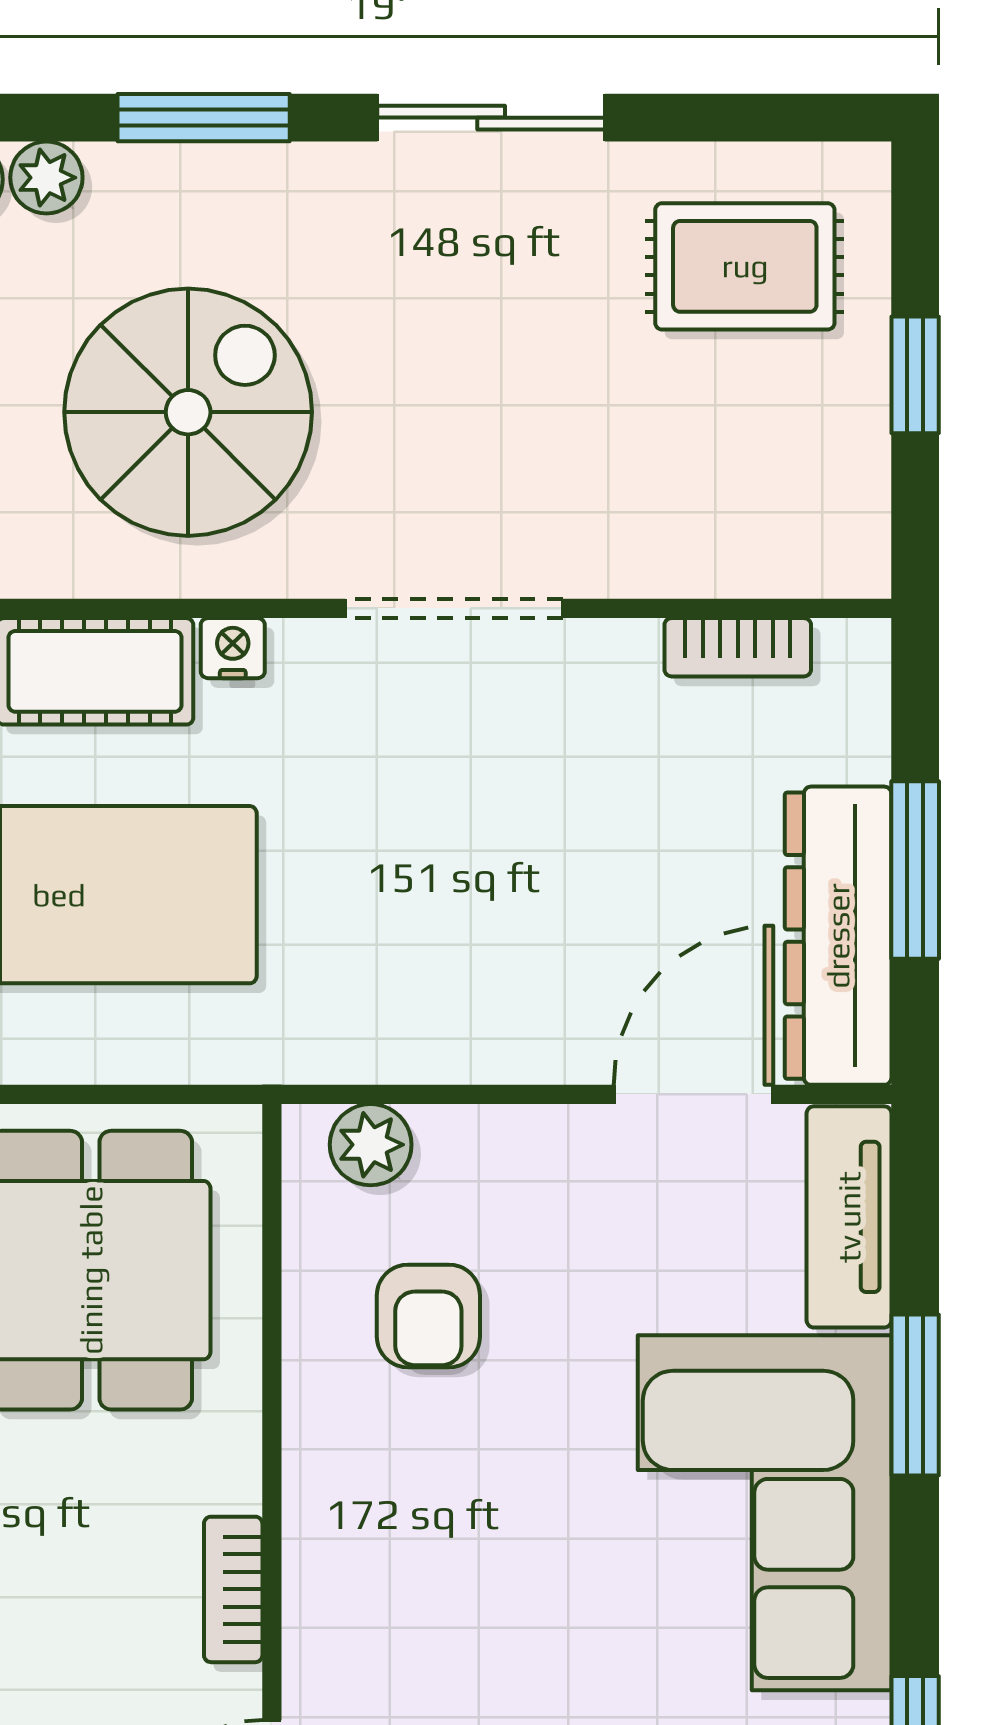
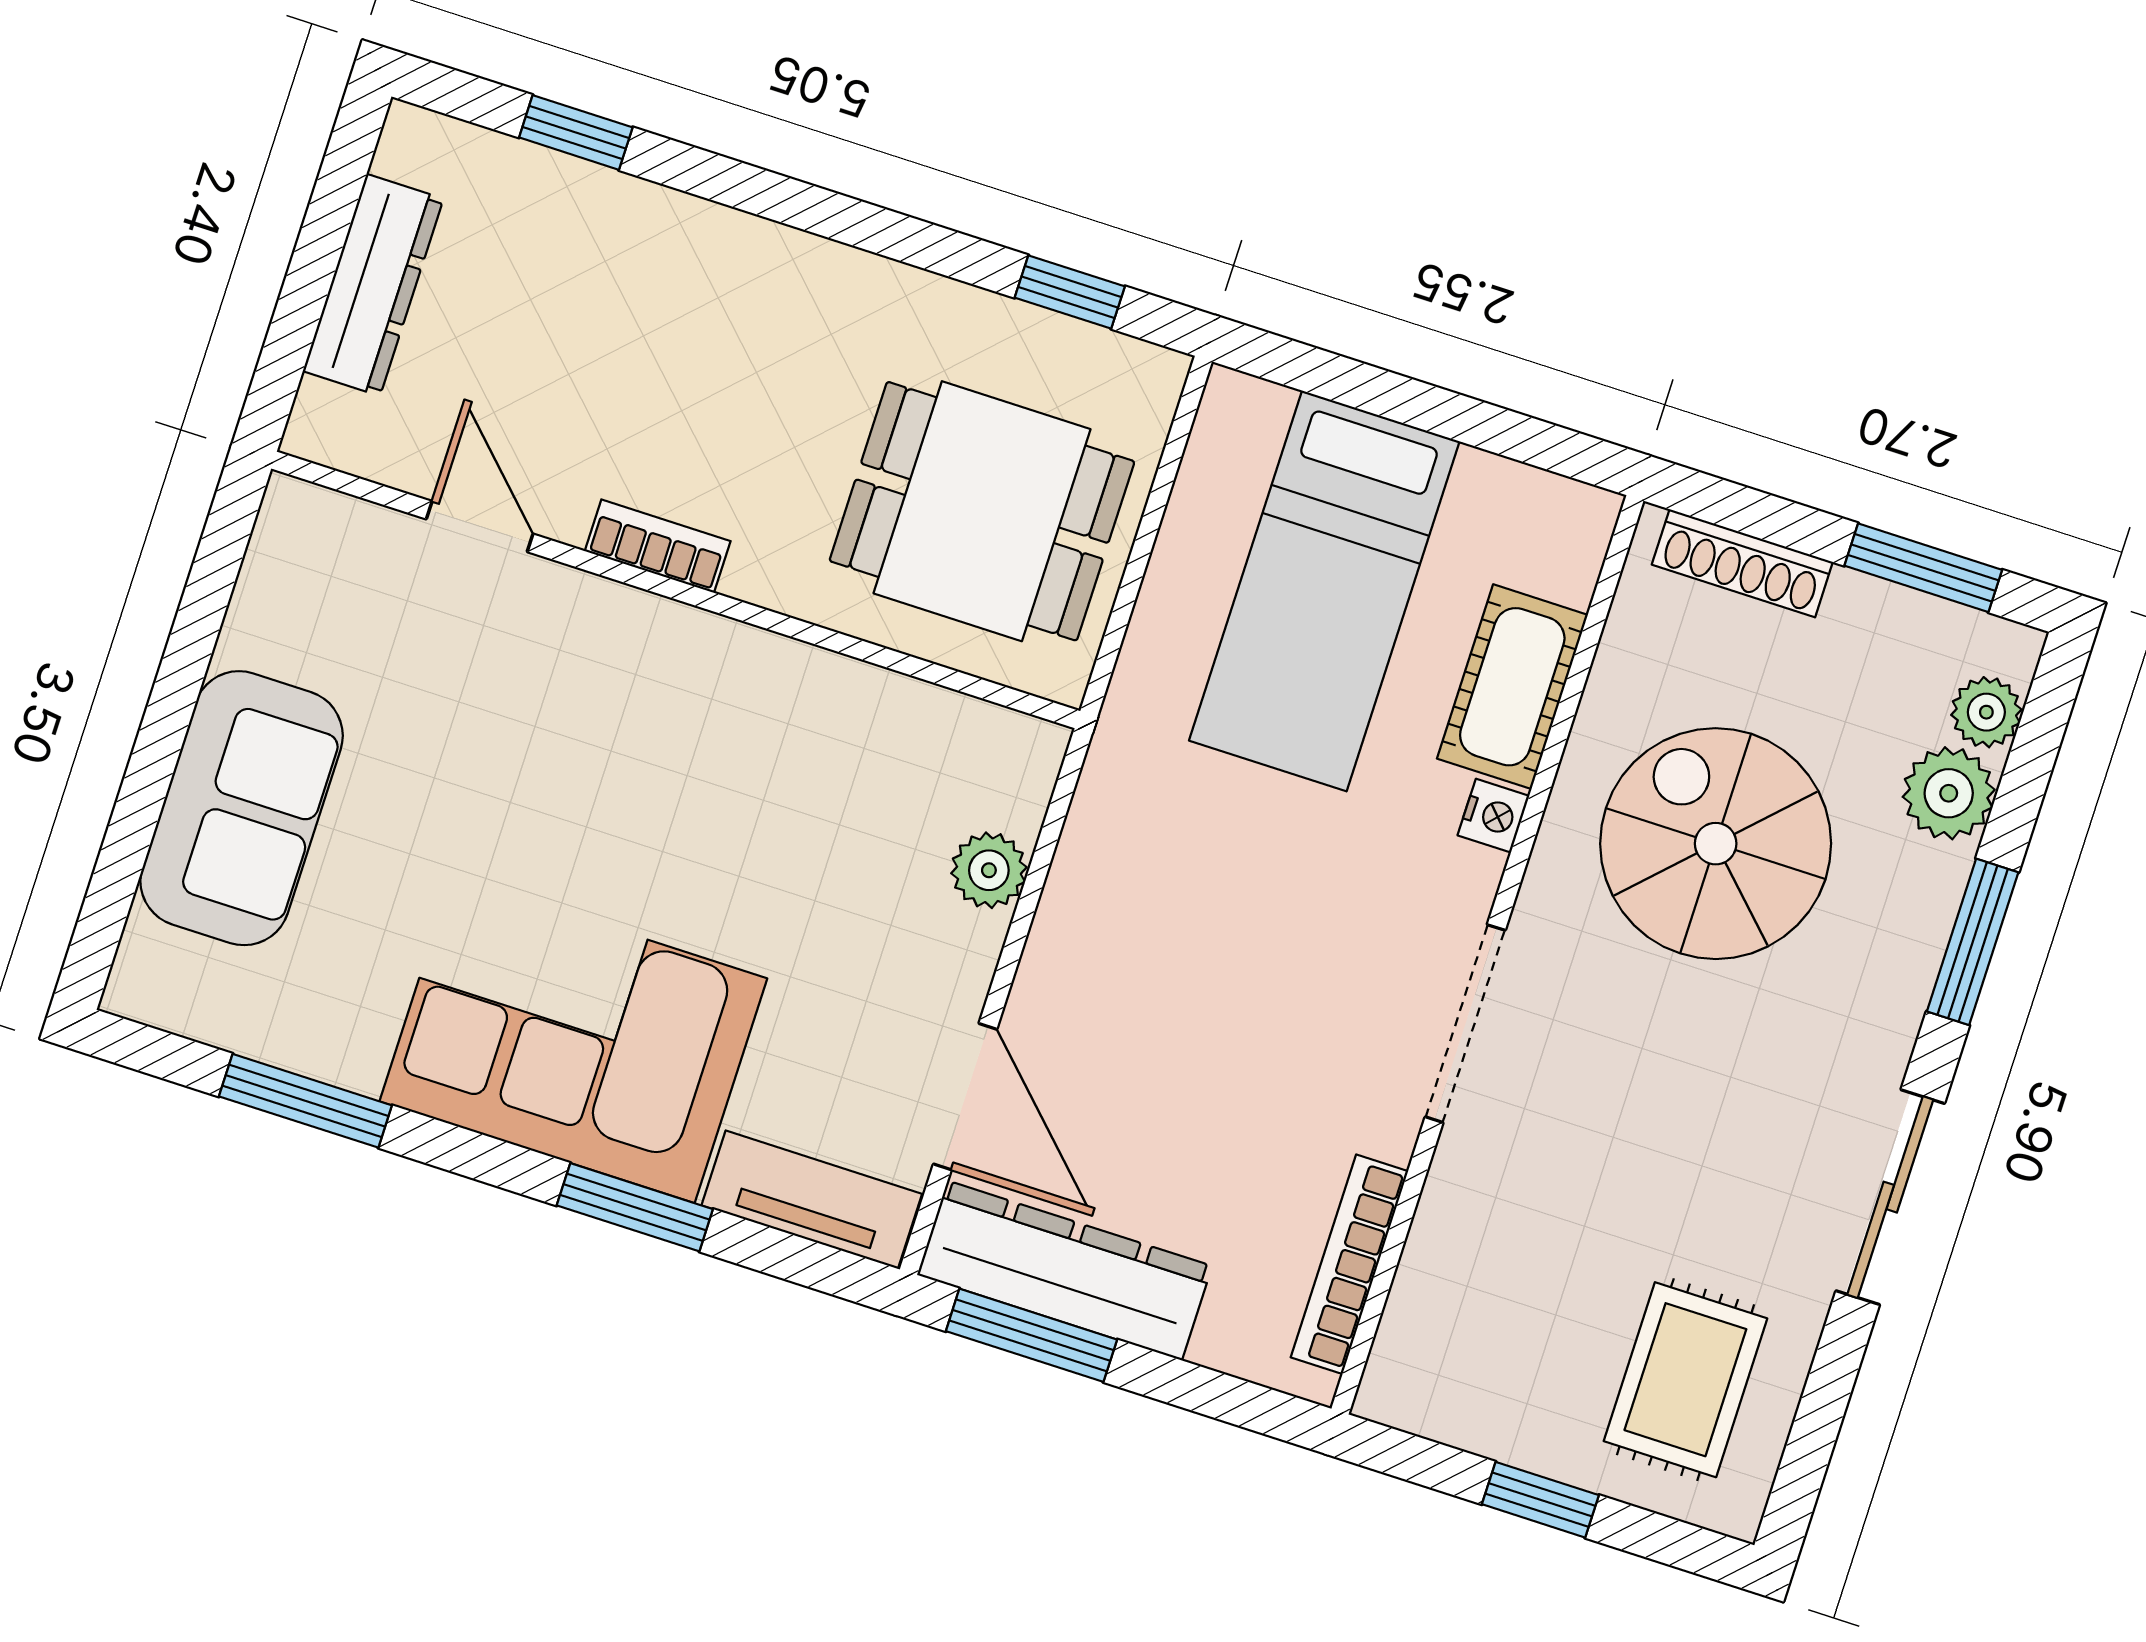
plant: (46, 178) -> (1949, 793), width x1.38, depth x1.38
spiral stairs: (188, 412) -> (1716, 844), turned 180
bookcase: (738, 647) -> (1349, 1264), width x1.56
window: (915, 870) -> (1031, 1335), moved
plant: (371, 1145) -> (989, 870), moved
armchair: (428, 1316) -> (844, 798), removed

